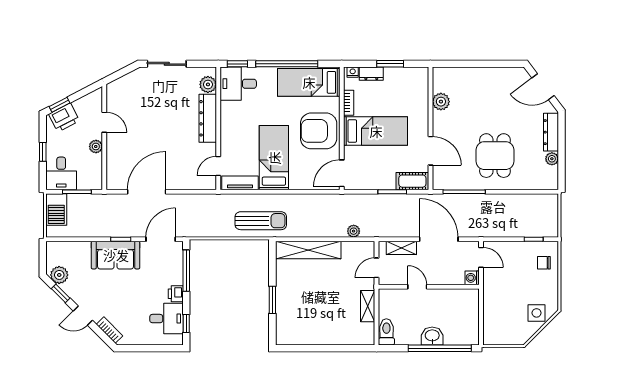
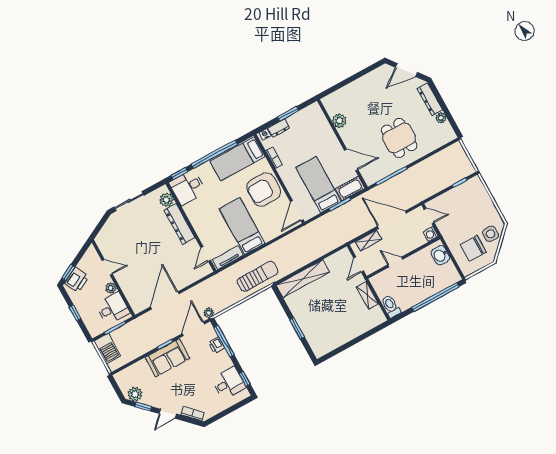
bed: (376, 131) -> (318, 184), moved, turned -90
desk: (61, 173) -> (113, 308), moved, turned -90
plant: (354, 231) -> (209, 313), moved
chair: (544, 263) -> (473, 248), moved, width x1.87, depth x1.87
printer: (176, 294) -> (216, 345), moved
washbasin: (432, 336) -> (440, 255), moved, turned -90

